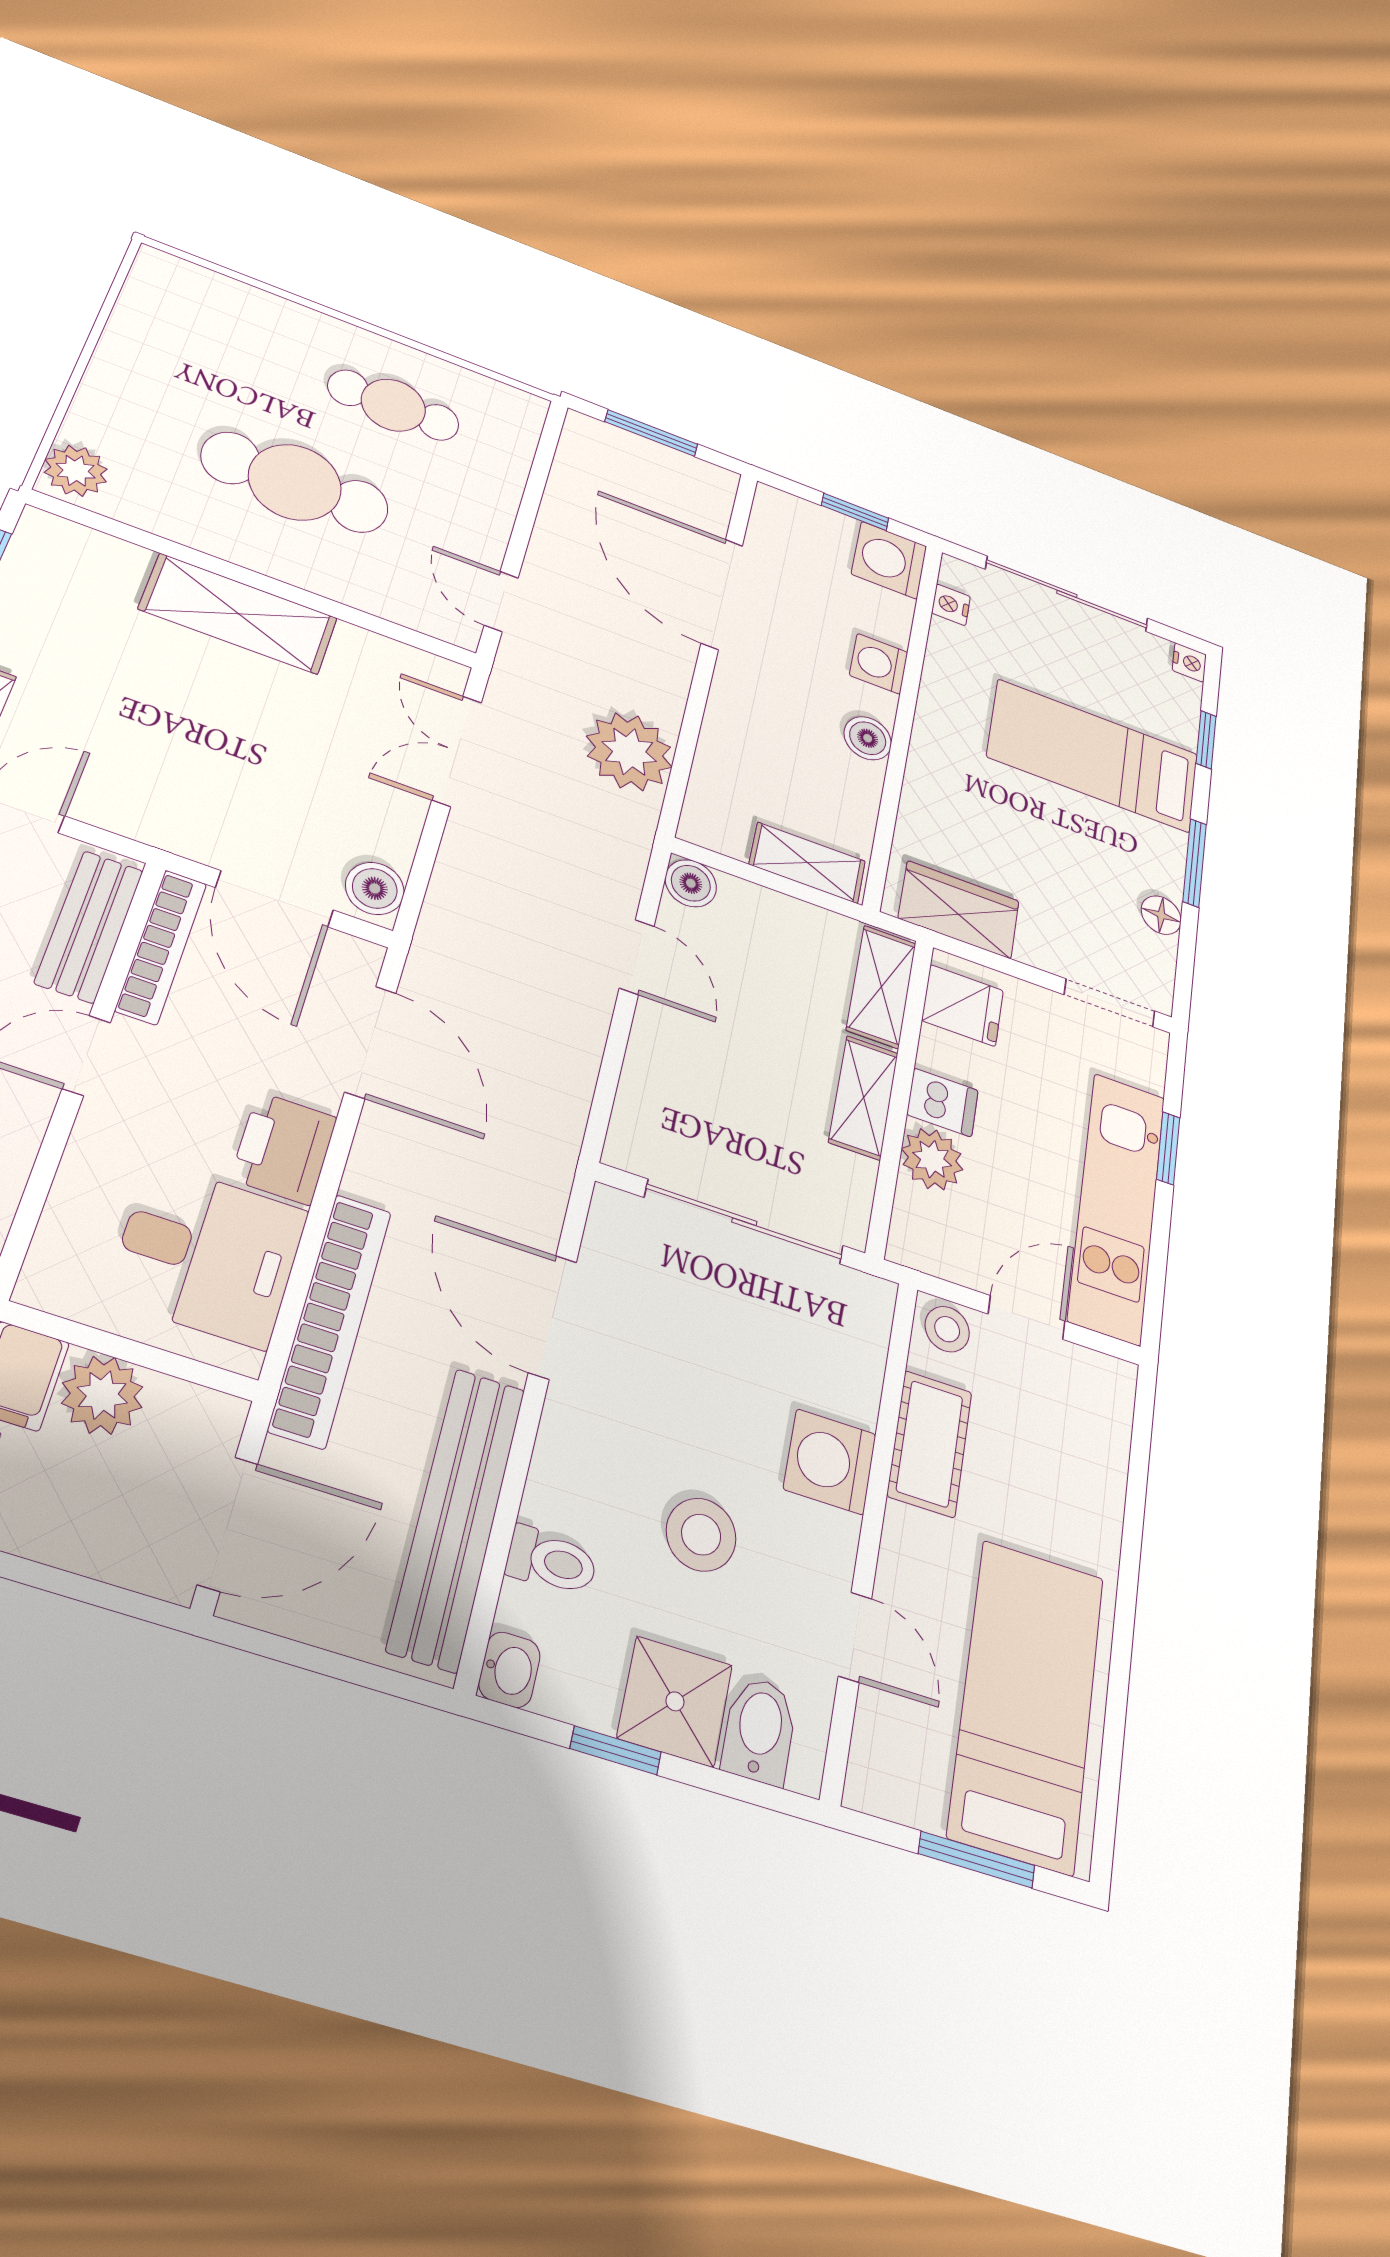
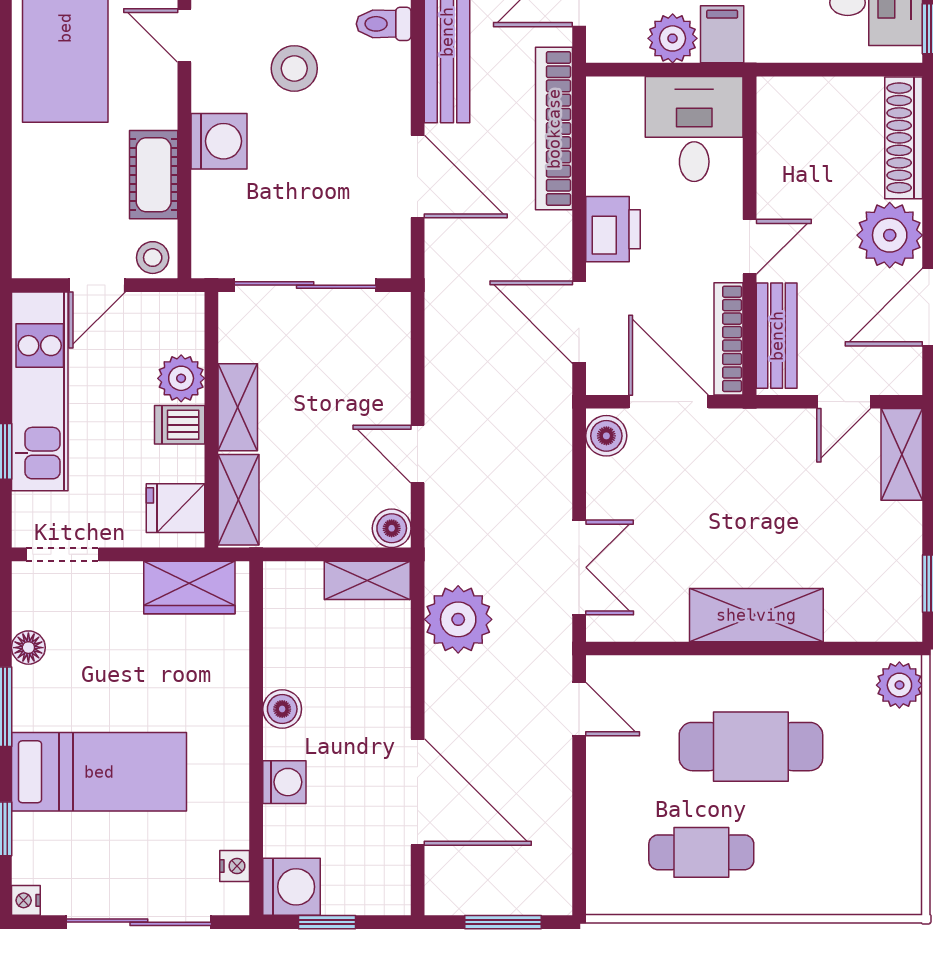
shelving: (807, 863) -> (367, 580), moved
desk: (208, 1254) -> (694, 129), moved, turned 90

